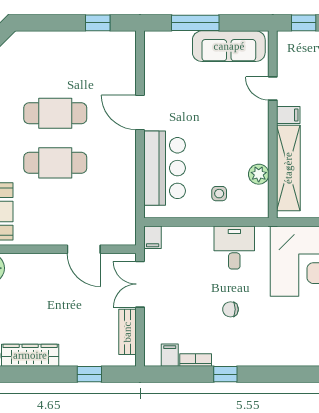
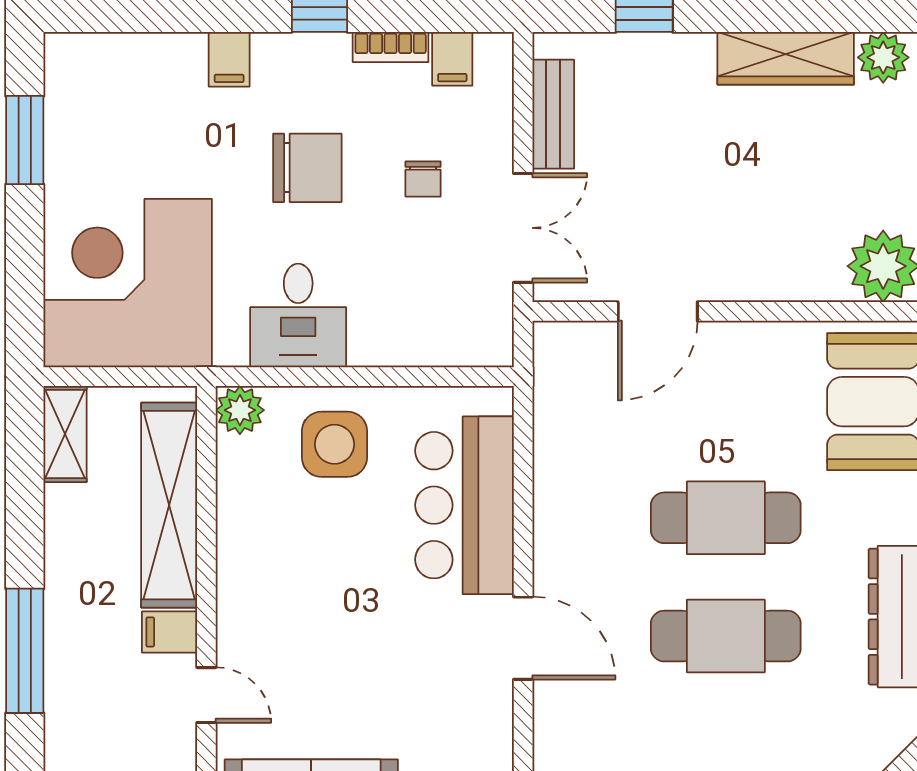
plant: (259, 174) -> (240, 410), moved
side table: (219, 194) -> (334, 444), width x1.87, depth x1.87
filing cabinet: (153, 237) -> (229, 59), moved, turned 180
door: (84, 249) -> (658, 311), swing flipped
chair: (182, 305) -> (423, 179), added
chair: (230, 309) -> (307, 168), width x1.87, depth x1.87

